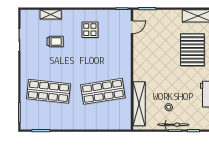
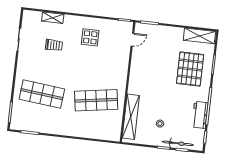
bicycle: (173, 125) -> (178, 143), moved

